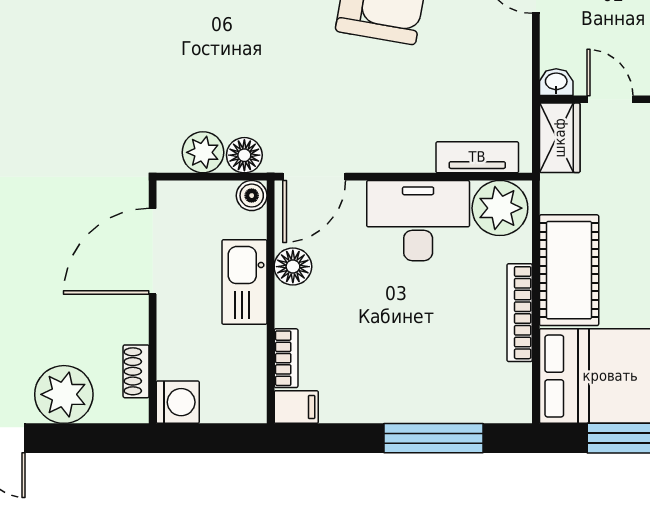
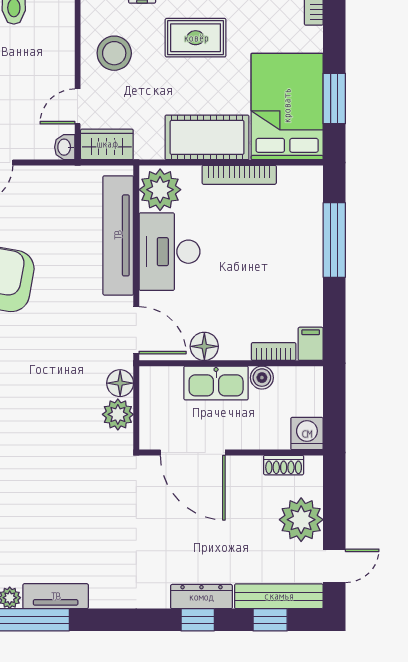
tv unit: (477, 157) -> (118, 235), width x1.92, depth x1.29
boiler: (252, 196) -> (262, 378), moved

